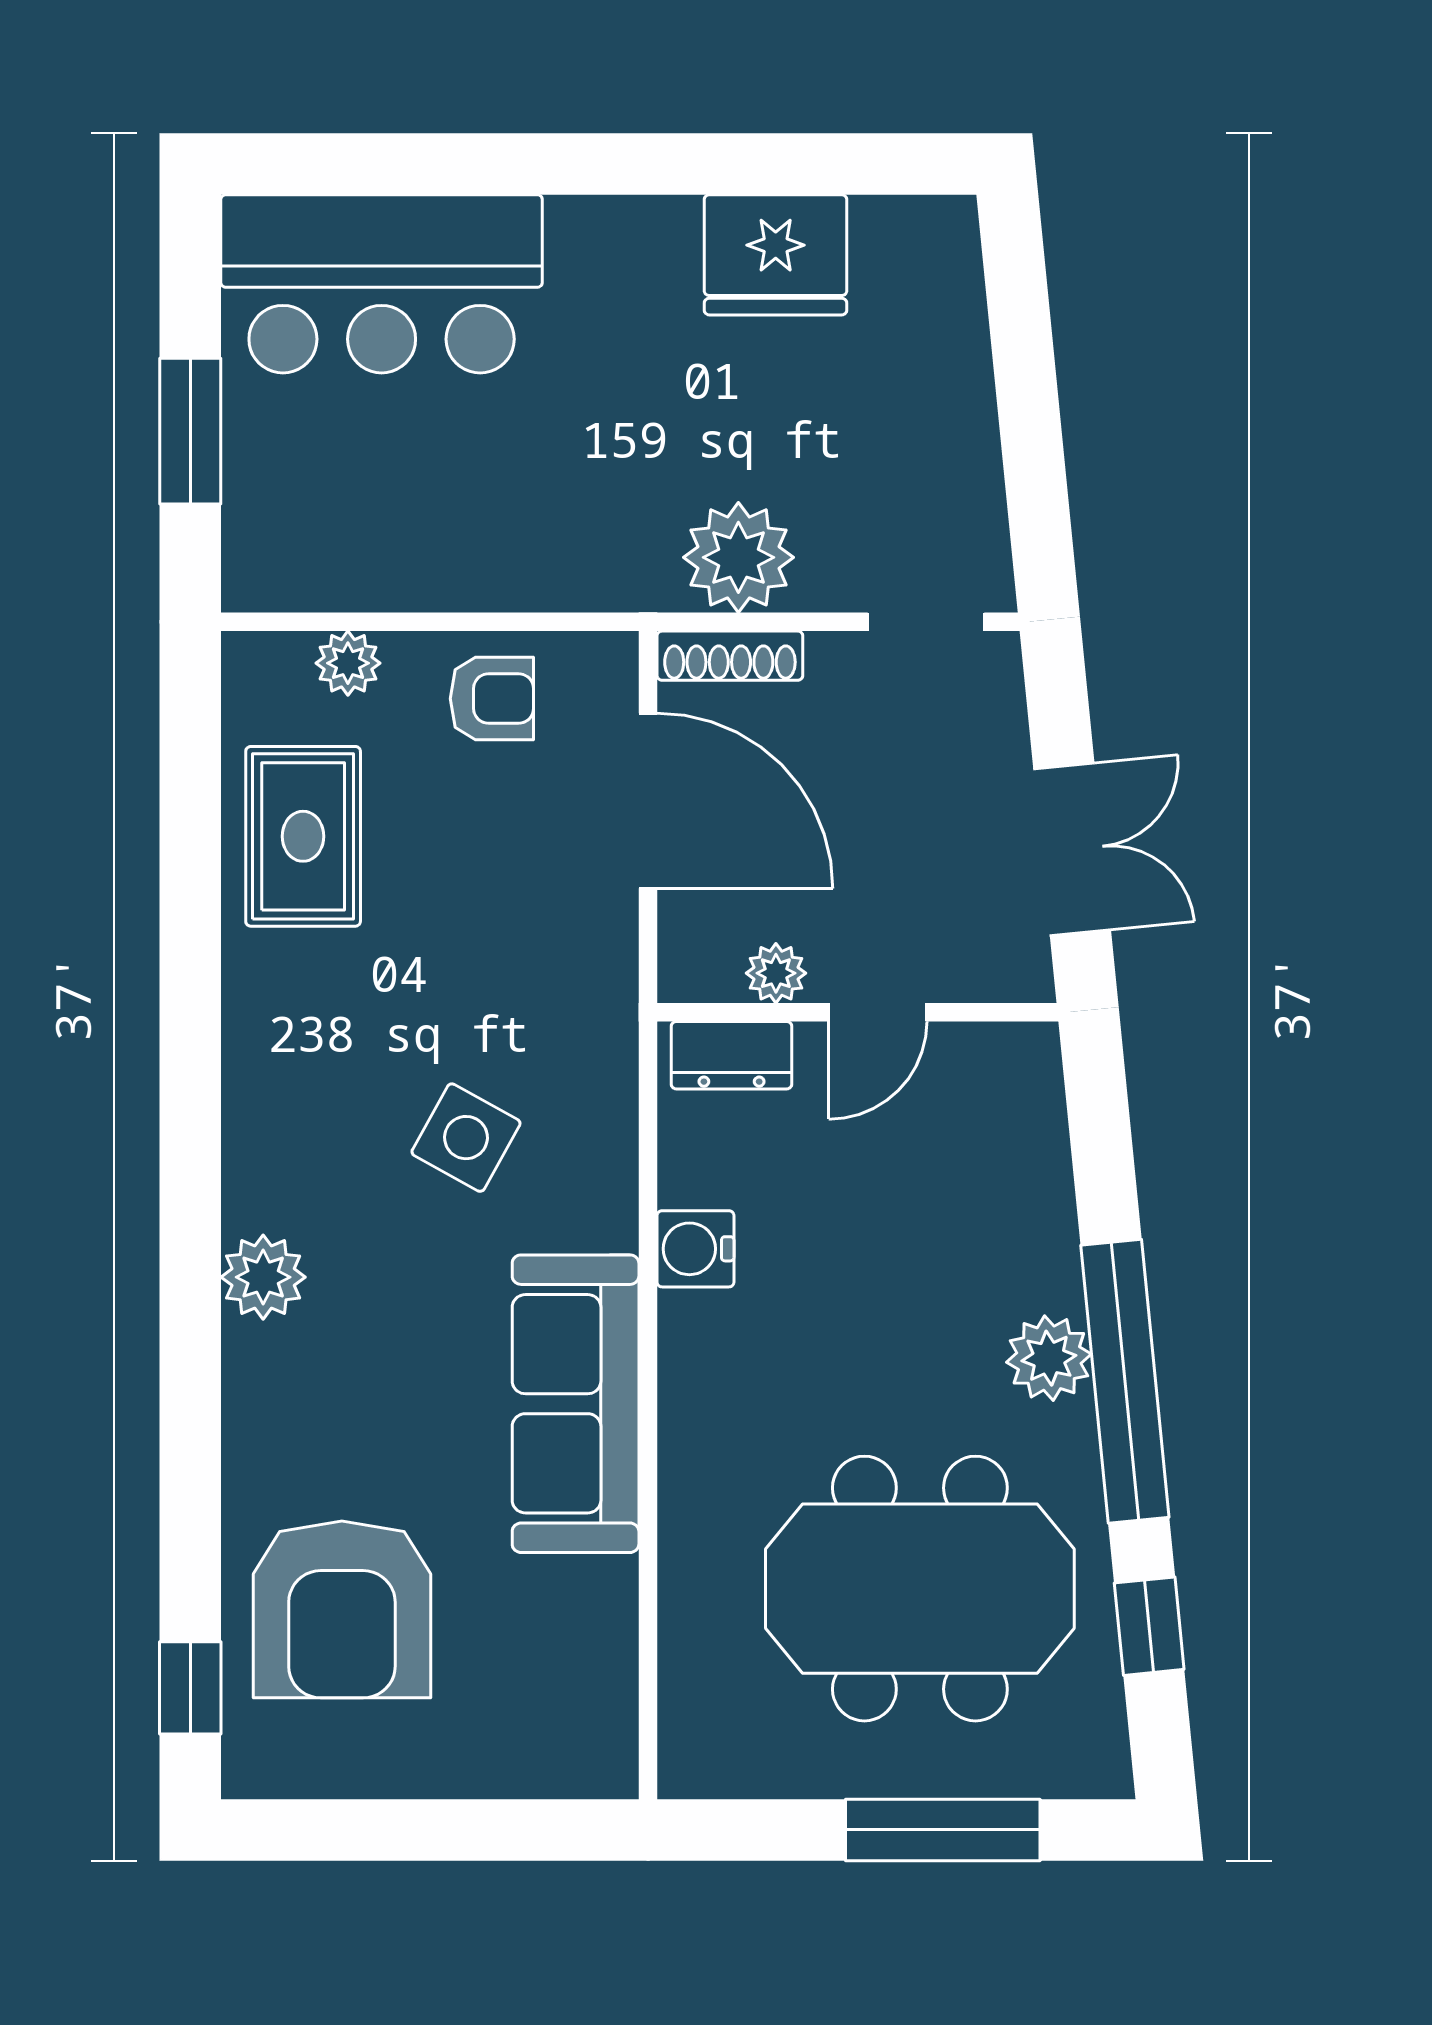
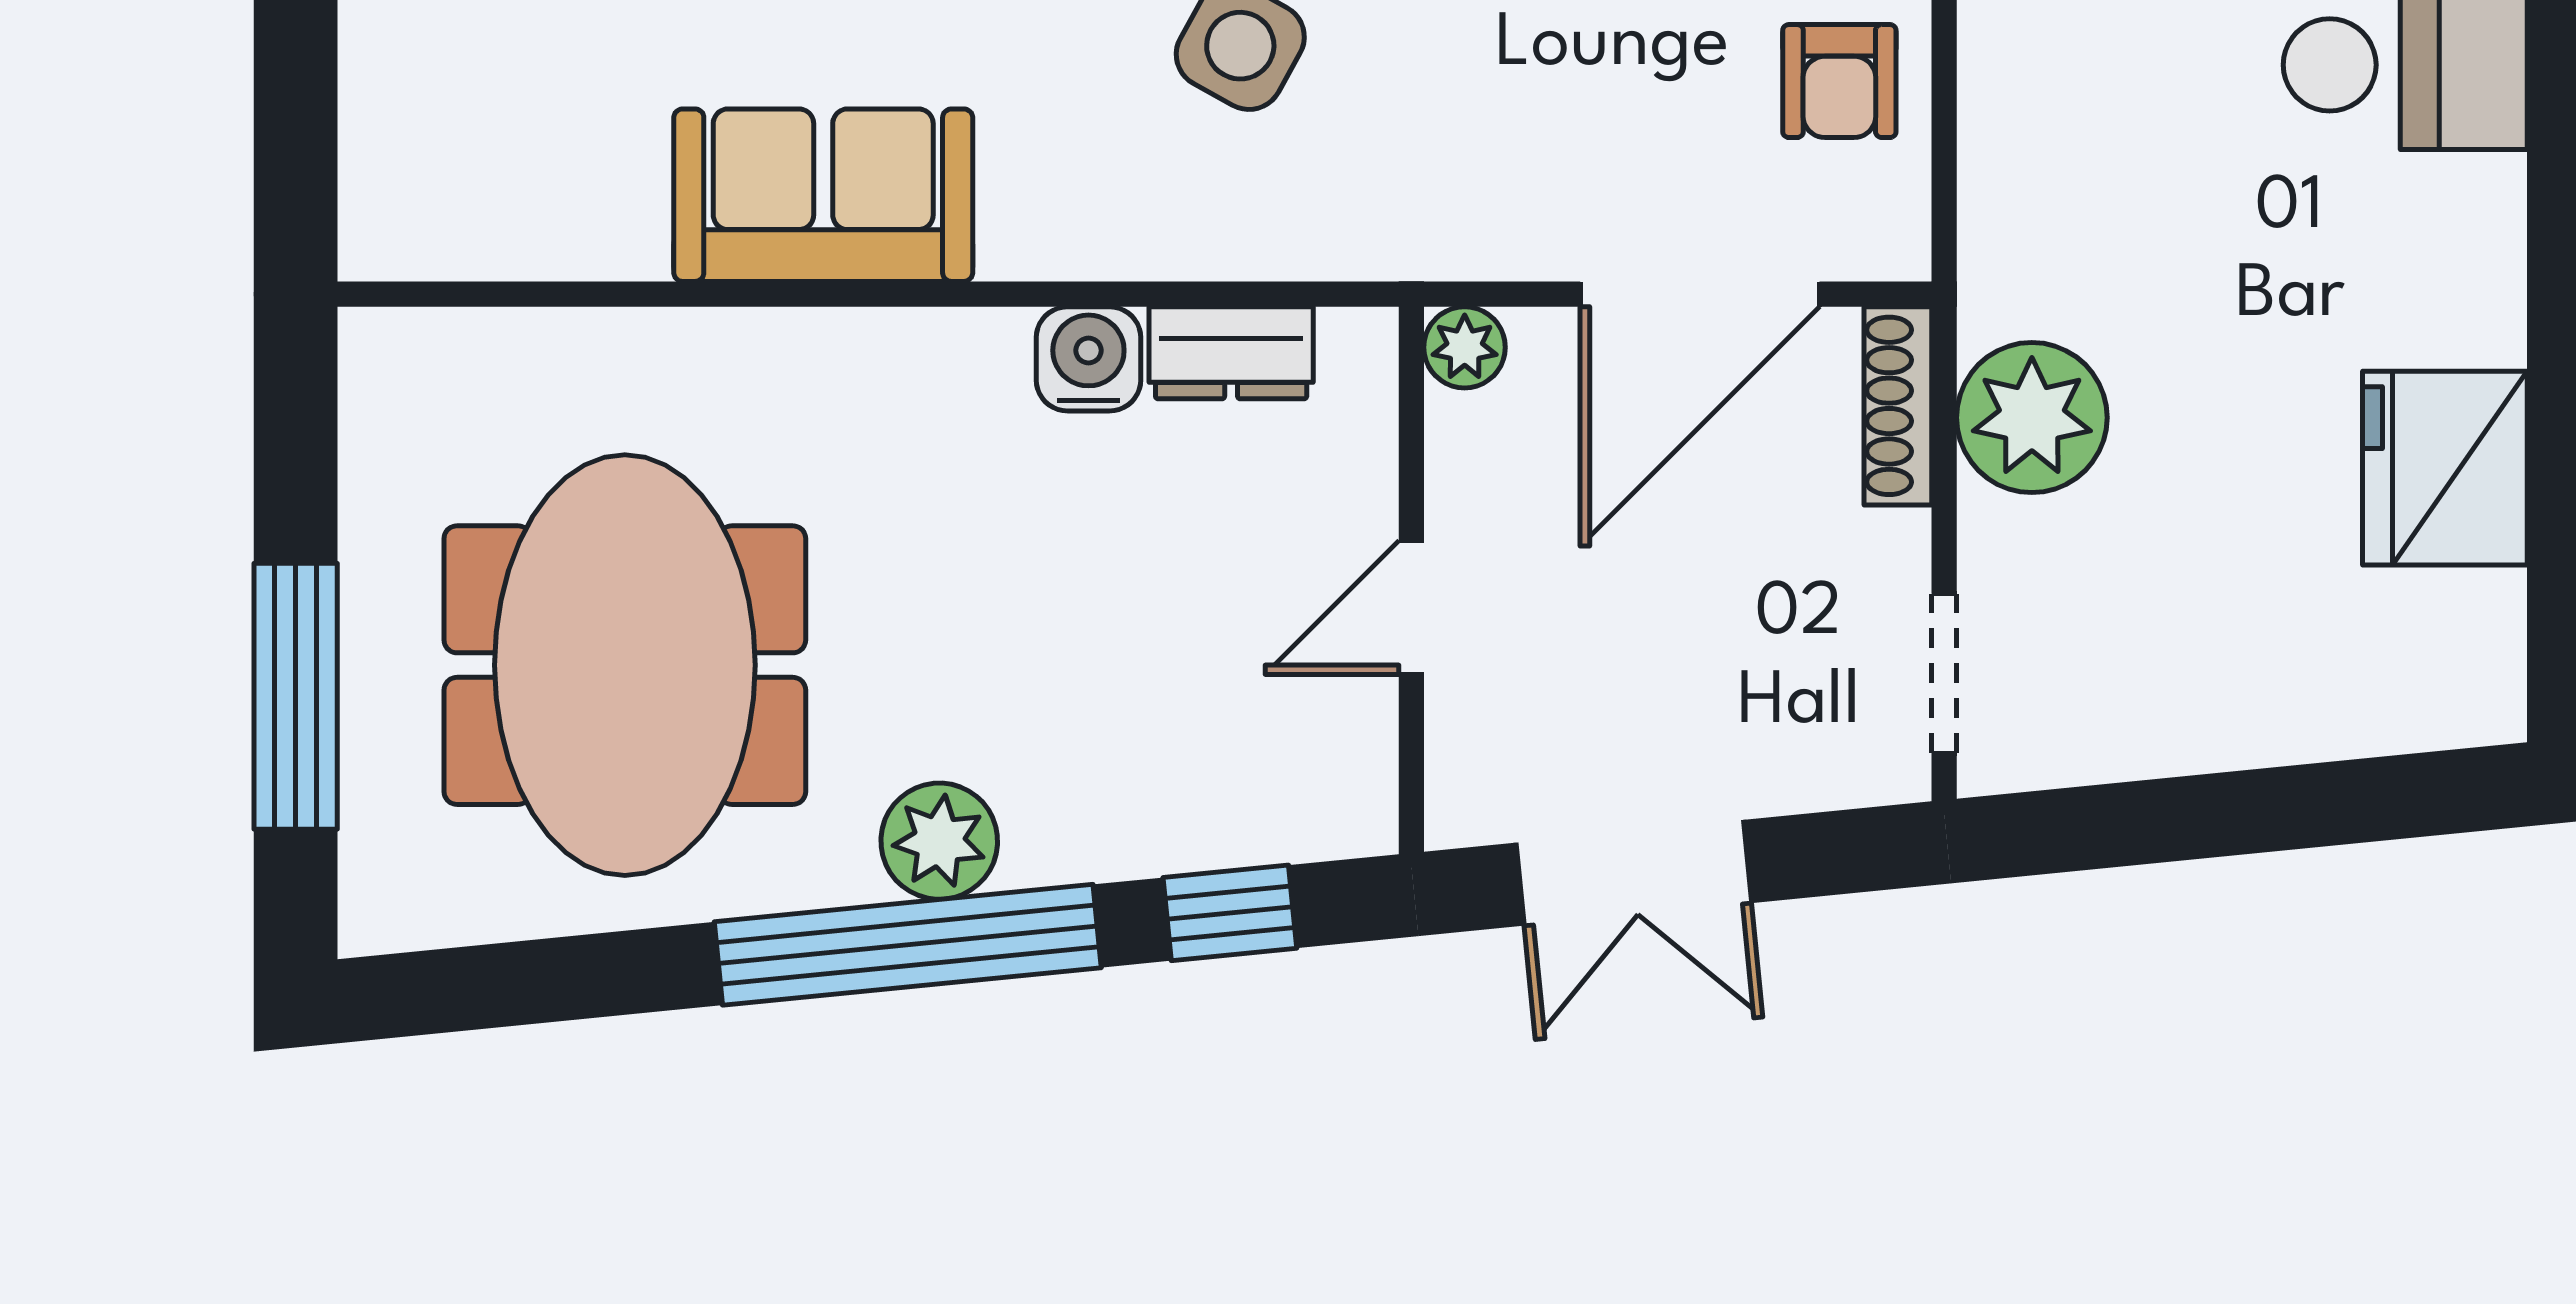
plant: (776, 973) -> (1465, 347), moved
door: (878, 1012) -> (1411, 608), hinge flipped
dresser: (732, 1055) -> (1231, 353), moved, turned -90
sofa: (576, 1404) -> (823, 195), width x0.73
window: (1149, 1626) -> (1230, 913), moved

